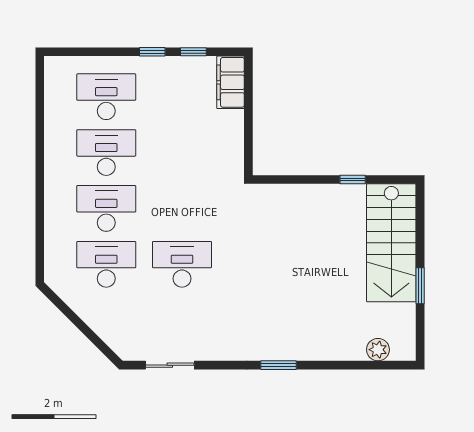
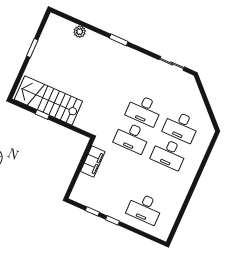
filing cabinet: (231, 82) -> (93, 161), moved
desk: (106, 153) -> (132, 137), moved
stairs: (391, 243) -> (48, 100), moved, turned -90
plant: (378, 350) -> (80, 32), moved

